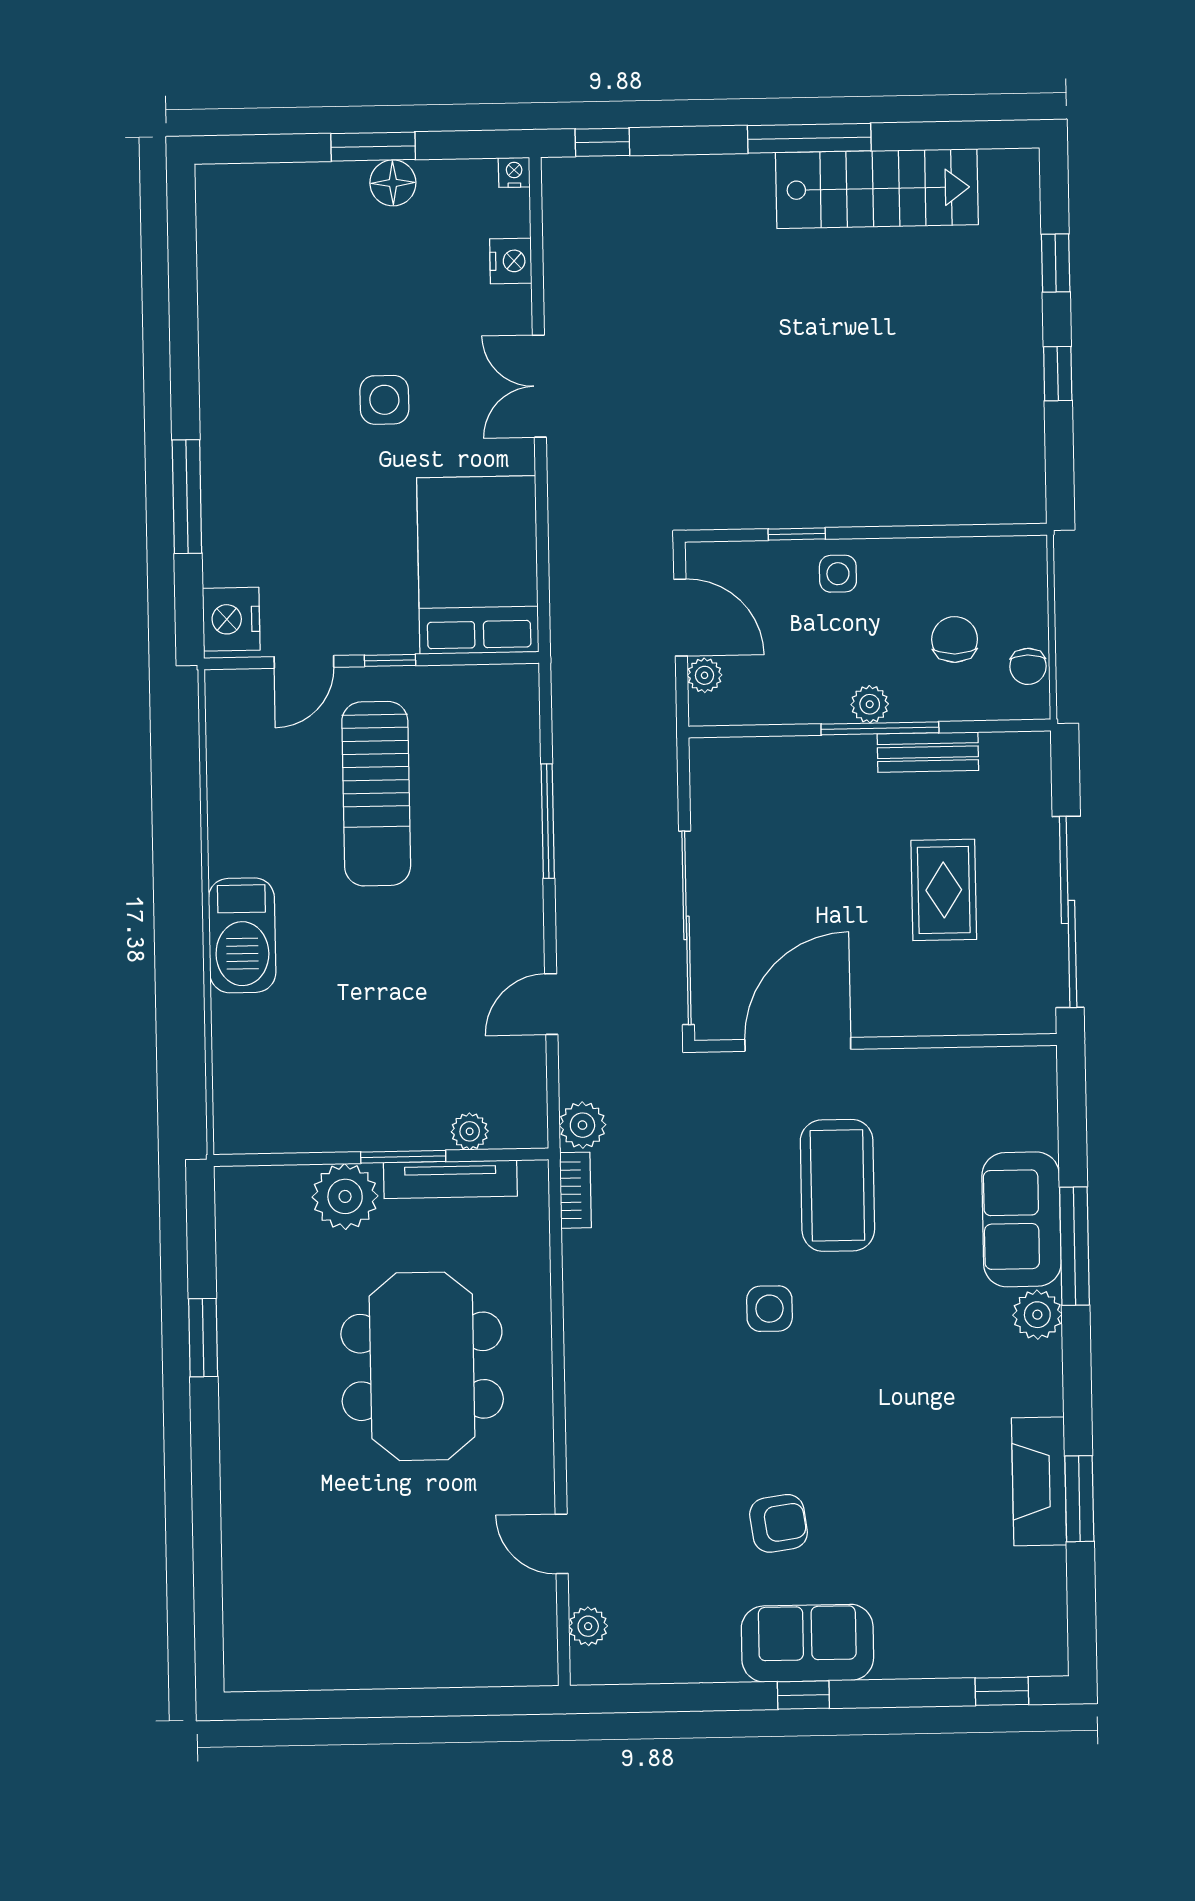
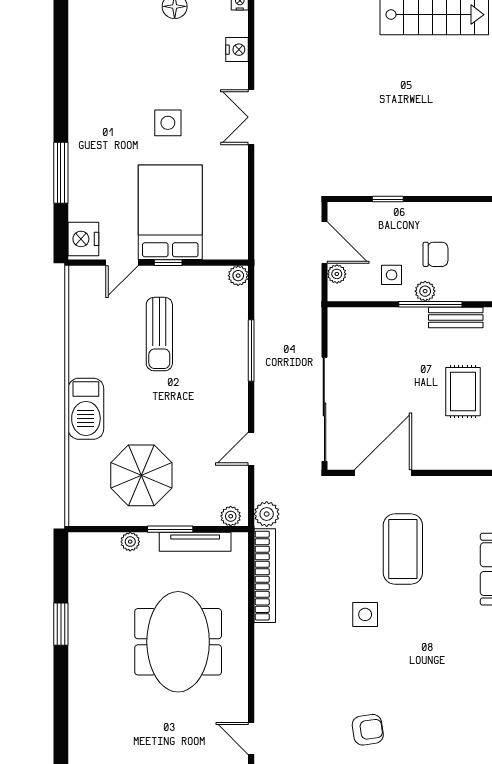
bed: (478, 565) -> (170, 212), moved
side table: (838, 574) -> (392, 275), moved
chair: (955, 639) -> (436, 254), moved, turned 90
plant: (521, 682) -> (238, 276), added
sun lounger: (376, 794) -> (159, 334), width x0.73, depth x0.75
parasol: (348, 1058) -> (141, 475), added
plant: (470, 1131) -> (231, 516), moved
bookcase: (575, 1190) -> (265, 576), width x2.31, depth x1.31
plant: (345, 1196) -> (130, 542), width x0.53, depth x0.53

